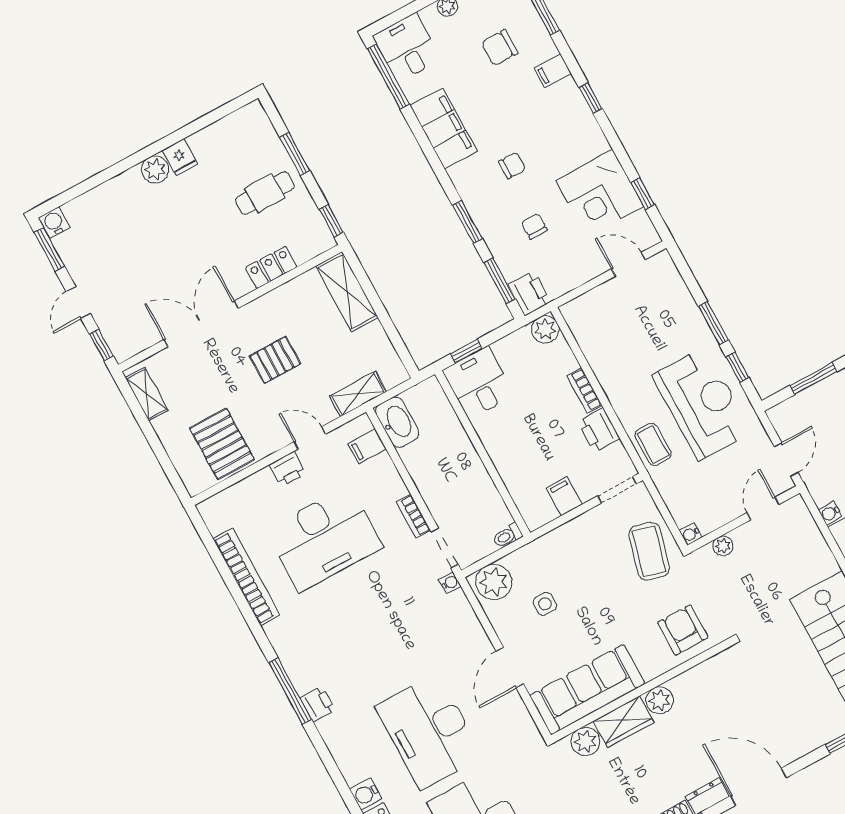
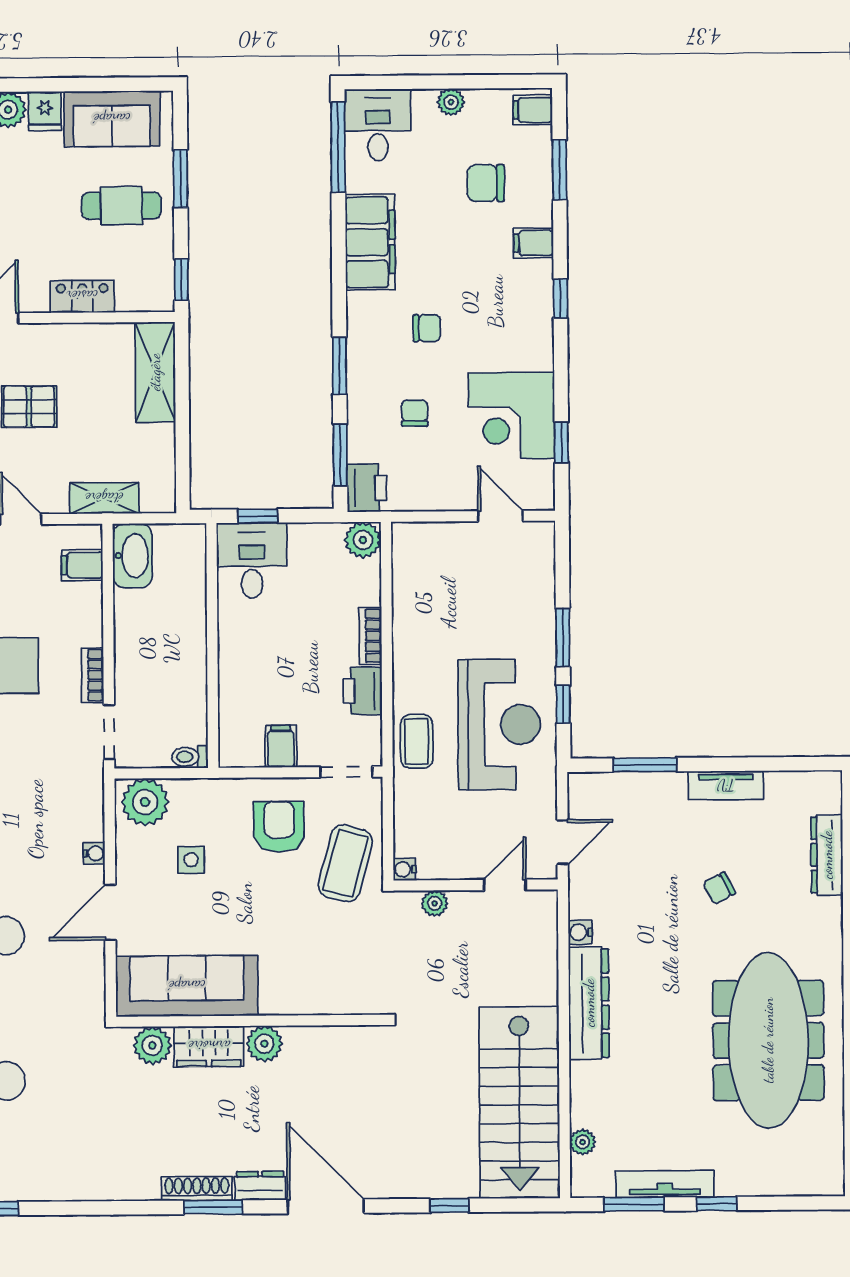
sofa: (227, 138) -> (112, 119), added
water cooler: (450, 583) -> (94, 853), moved
armchair: (683, 630) -> (279, 827), moved

